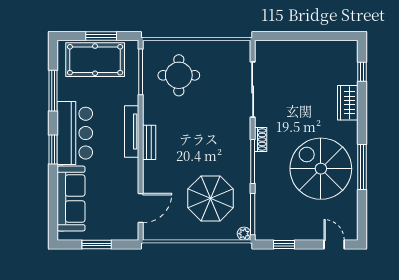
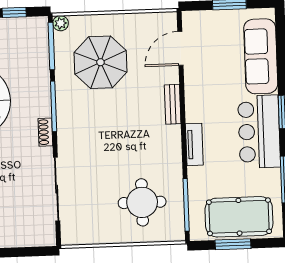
tv unit: (132, 132) -> (194, 144), width x0.71
bench: (149, 142) -> (173, 104), moved

